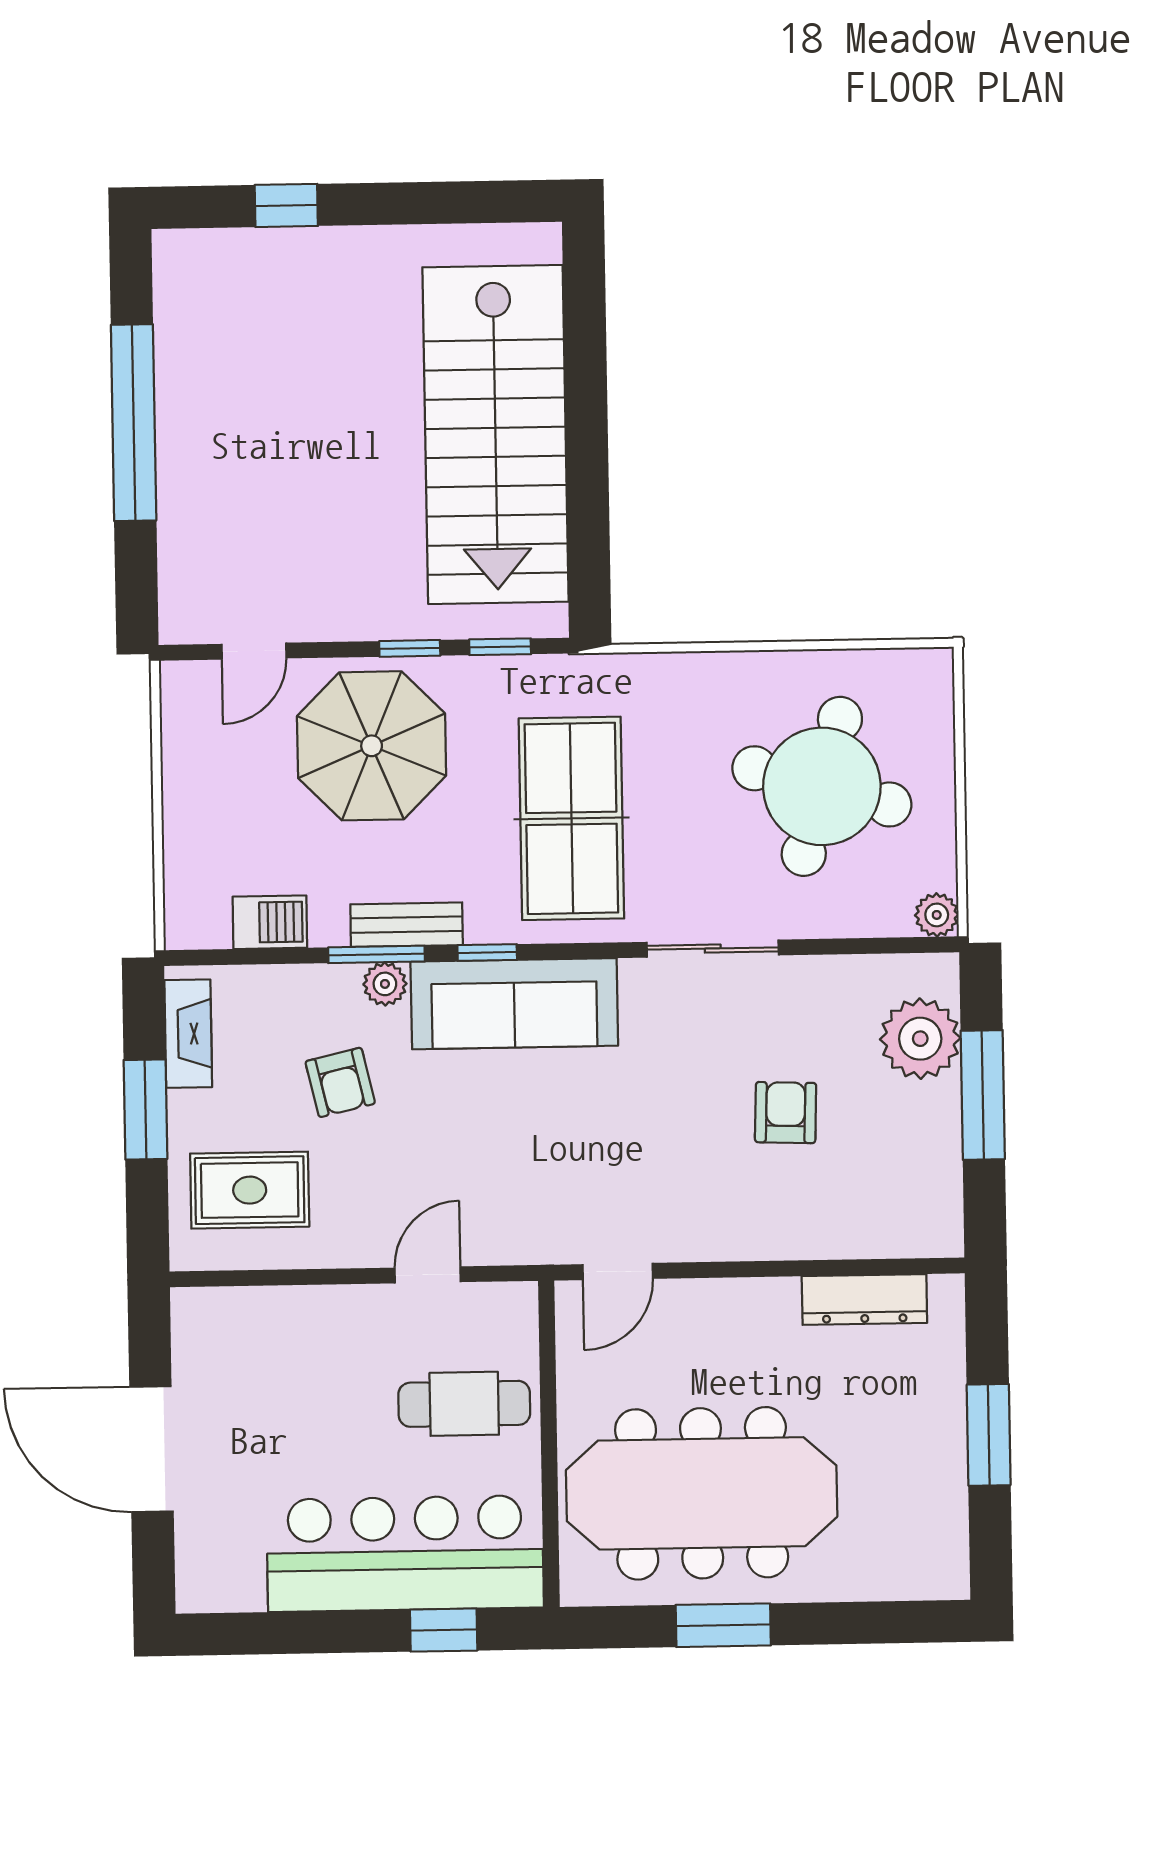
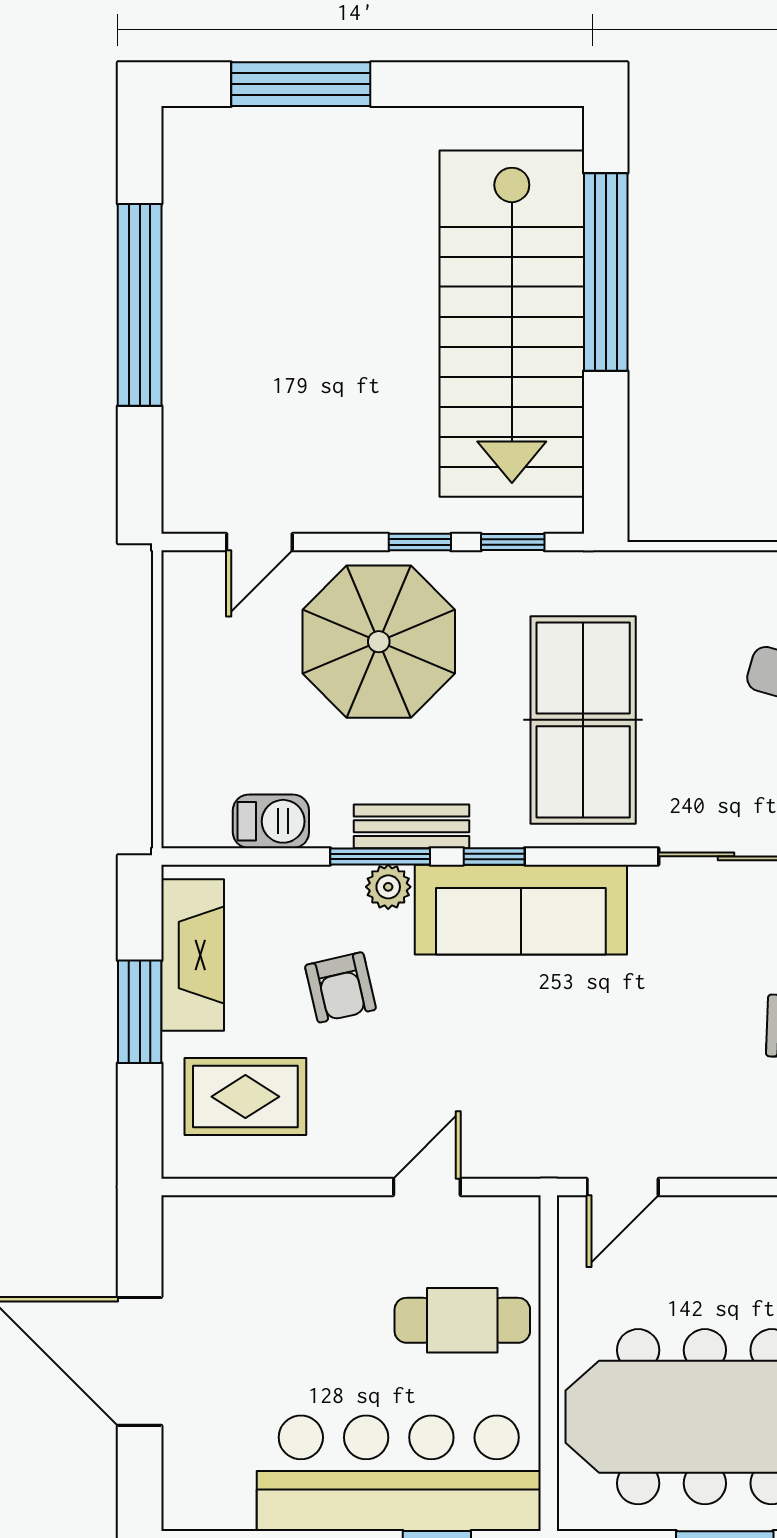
window: (286, 205) -> (301, 84), width x2.17
window: (586, 383) -> (606, 272), added
fireplace: (188, 1034) -> (193, 955), width x1.37, depth x1.32

